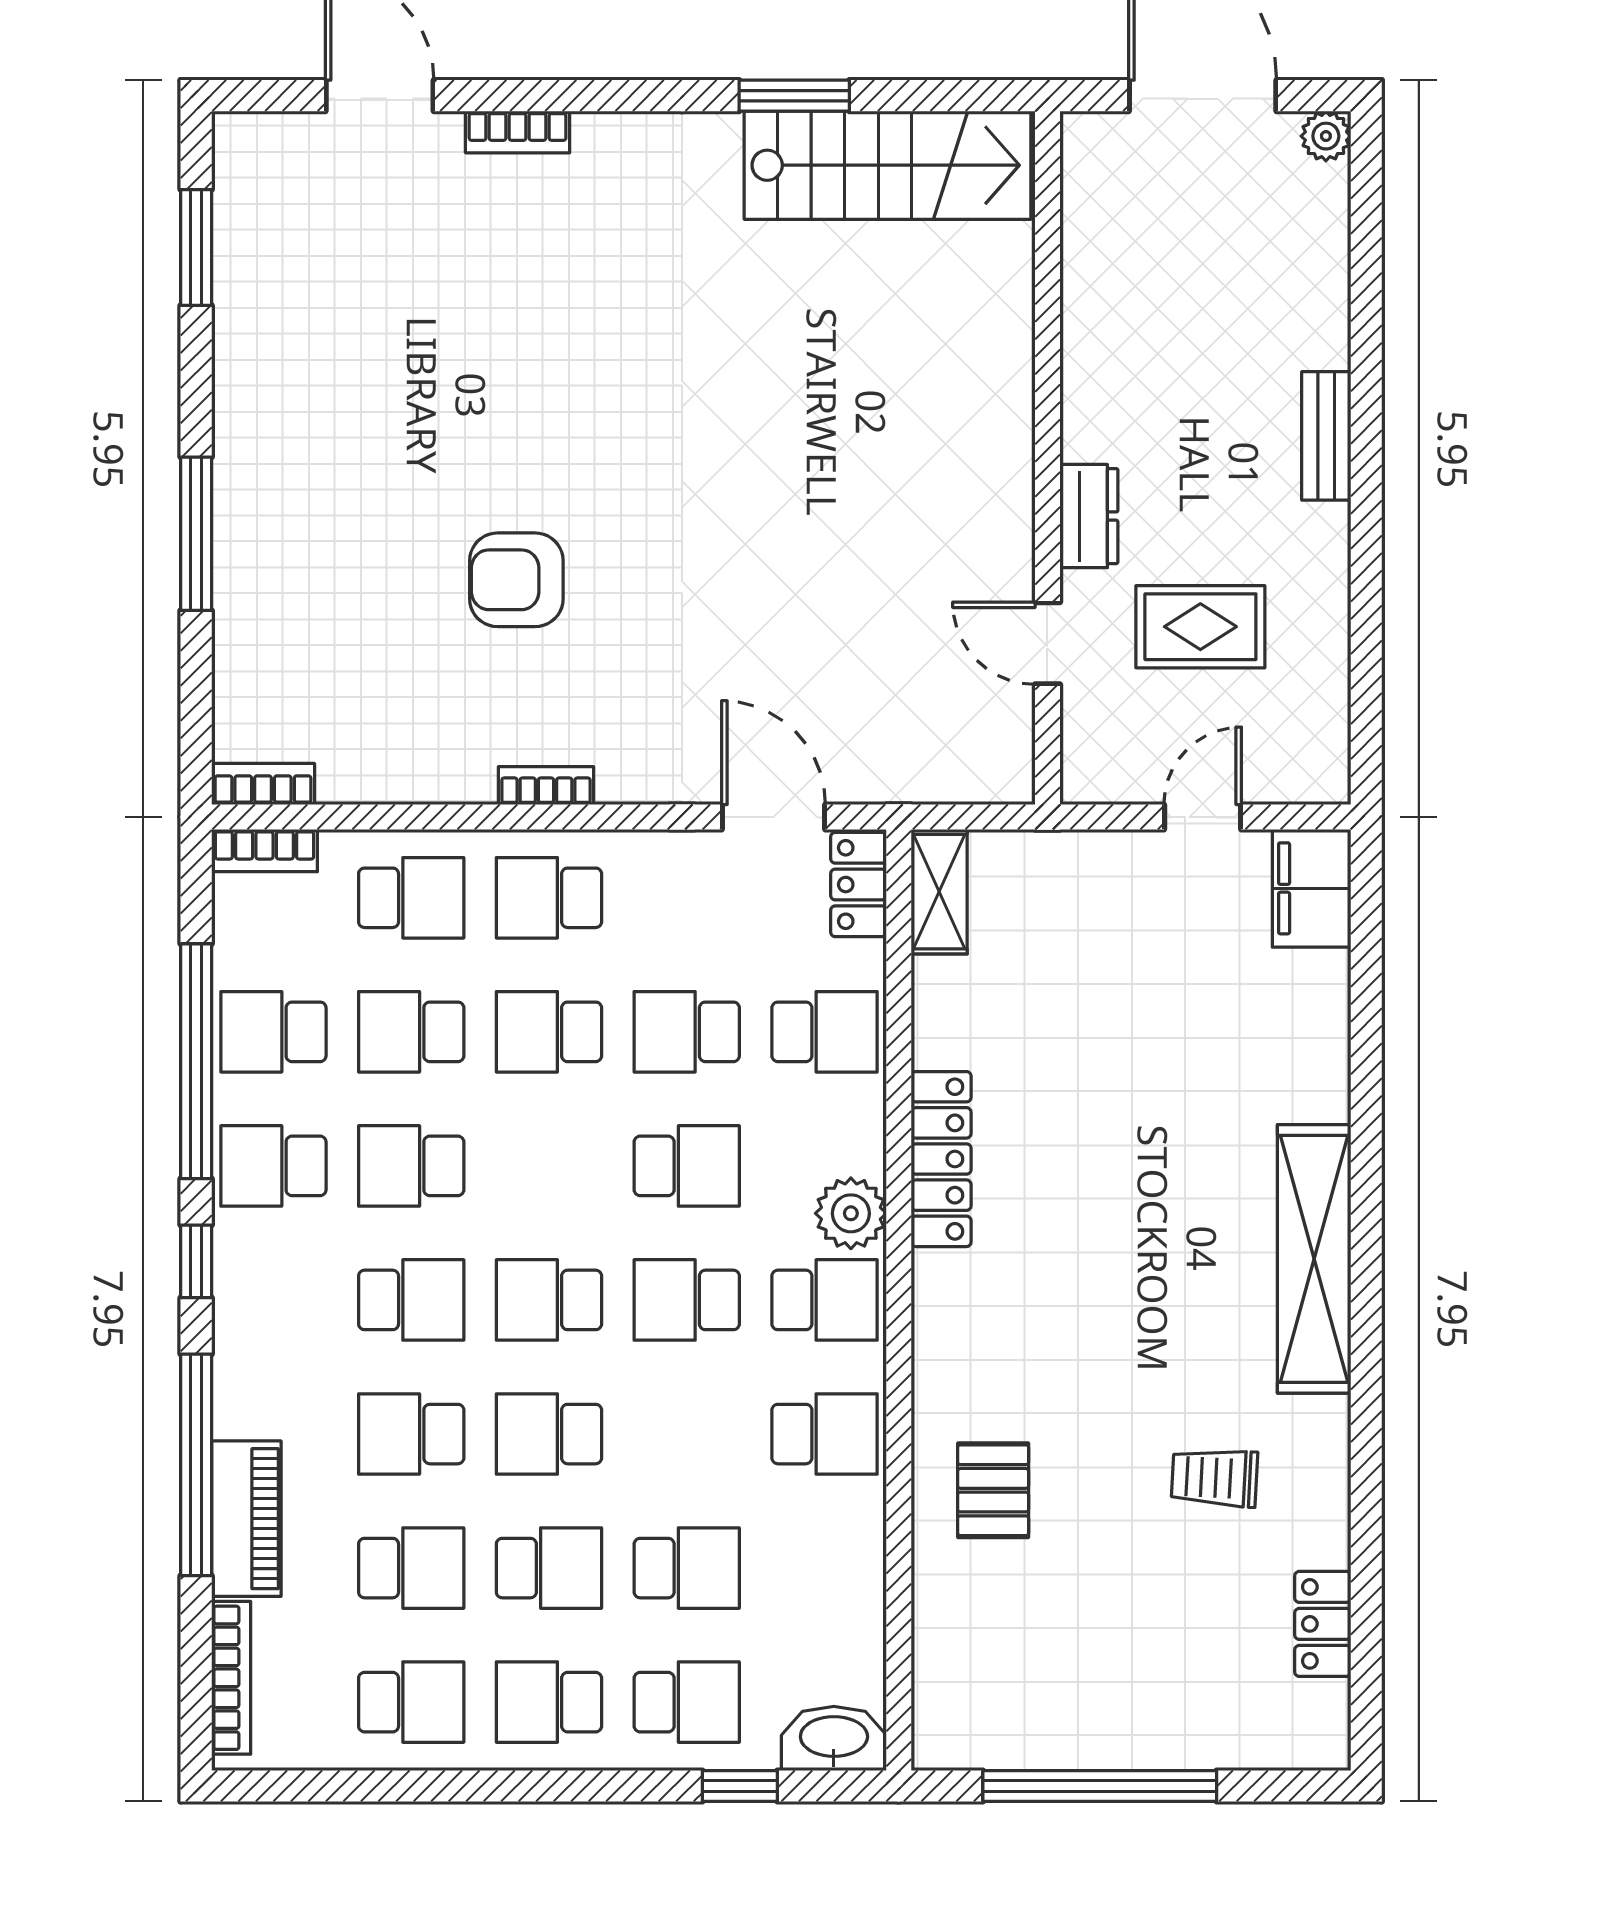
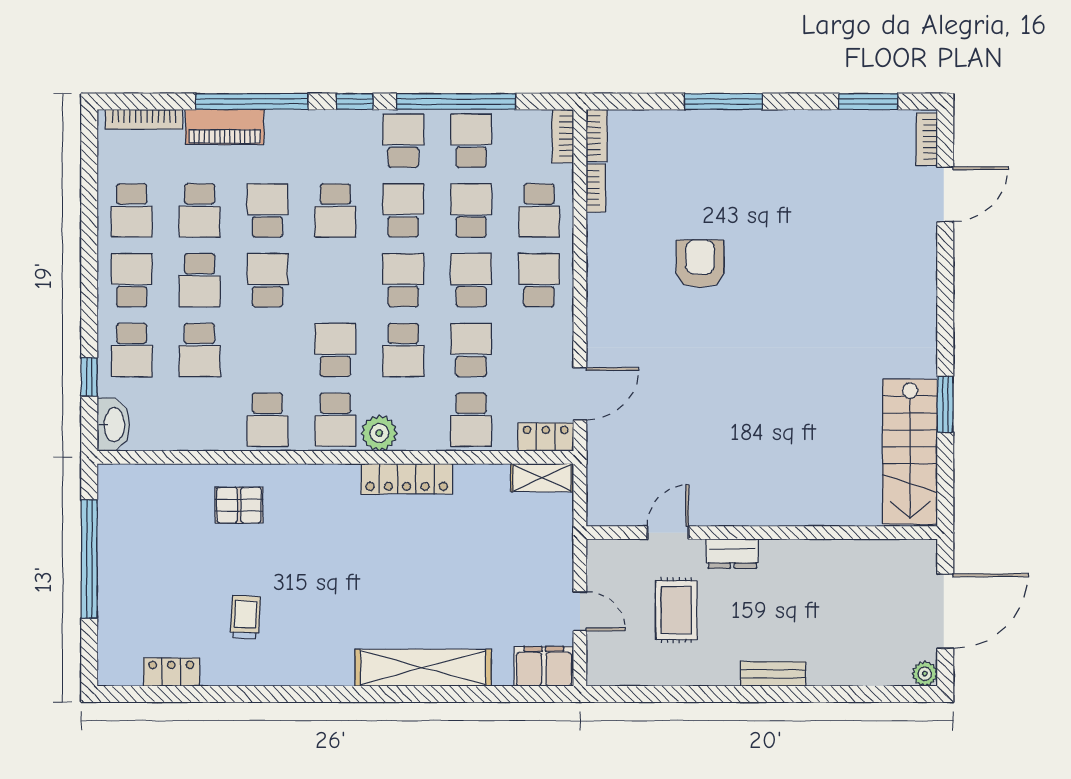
bookcase: (518, 132) -> (927, 139), moved
bookcase: (546, 786) -> (596, 188), moved
shelving: (1314, 1259) -> (423, 668), moved
school desk: (549, 1300) -> (403, 280), moved

